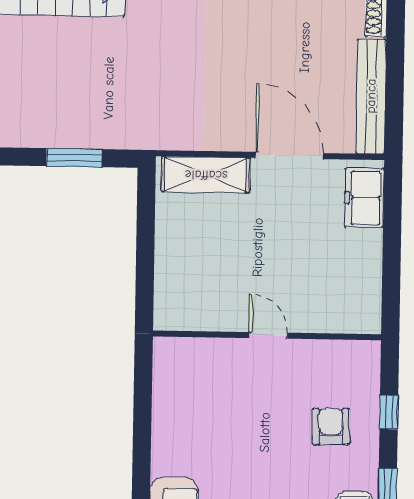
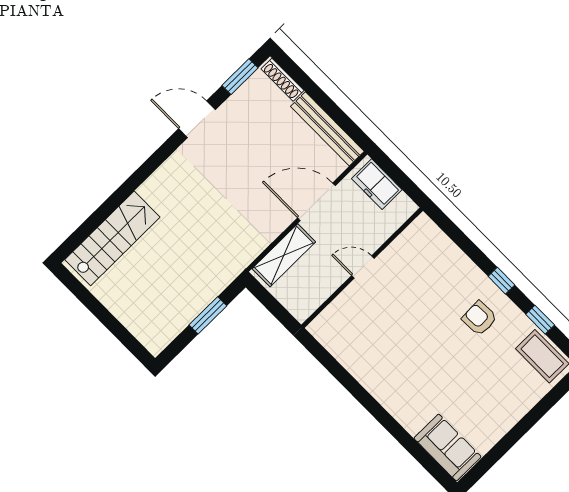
wall: (267, 335) -> (362, 268), moved
door: (268, 335) -> (363, 267), moved

